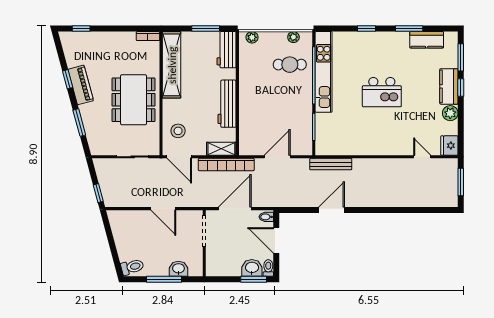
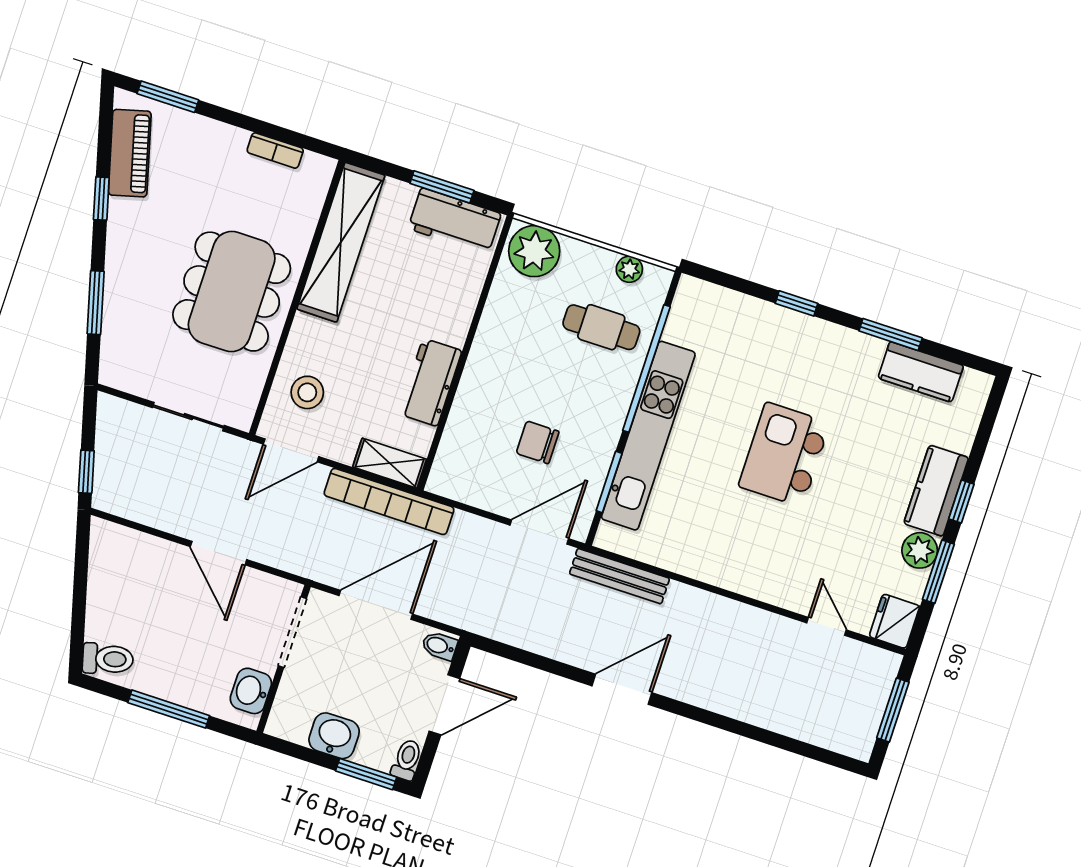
window: (81, 29) -> (168, 97), width x1.50
bookcase: (148, 36) -> (275, 150), moved
plant: (252, 37) -> (534, 251), width x1.87, depth x1.87
workbench: (227, 50) -> (455, 221), moved, turned -90
window: (461, 57) -> (938, 572), moved
kitchen unit: (324, 72) -> (648, 436), moved
piano: (81, 85) -> (130, 153), moved
kitchen island: (382, 92) -> (784, 455), turned 90
workbench: (227, 104) -> (430, 382), width x0.73
chair: (279, 120) -> (538, 442), added
door: (179, 157) -> (291, 450), hinge flipped
door: (277, 157) -> (539, 532), moved
door: (332, 210) -> (622, 689), moved
door: (276, 240) -> (444, 705), swing flipped
washbasin: (252, 268) -> (334, 736), moved
washbasin: (178, 269) -> (251, 691), moved, turned -90

